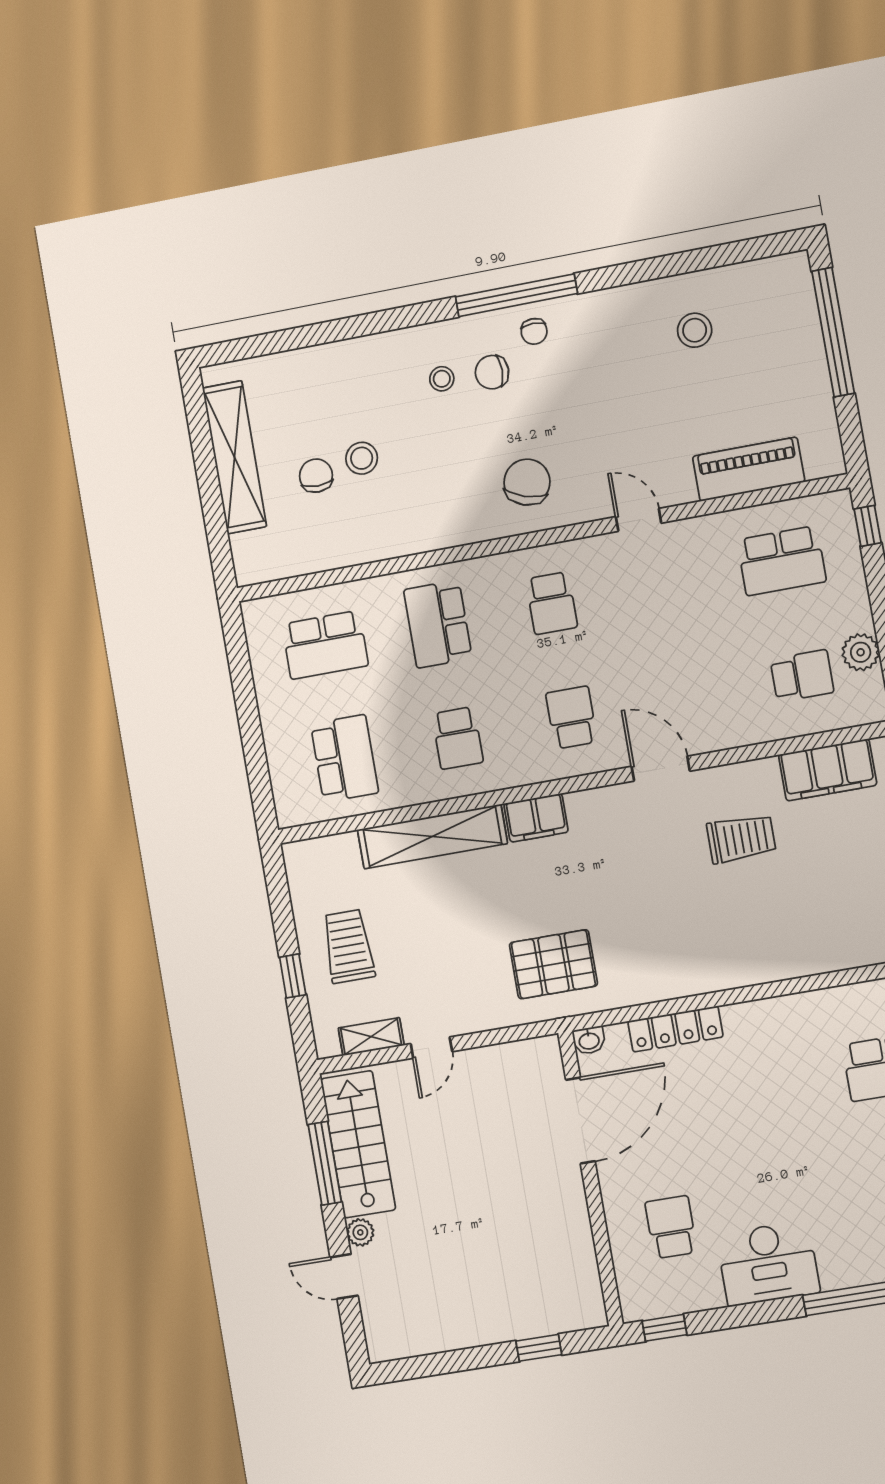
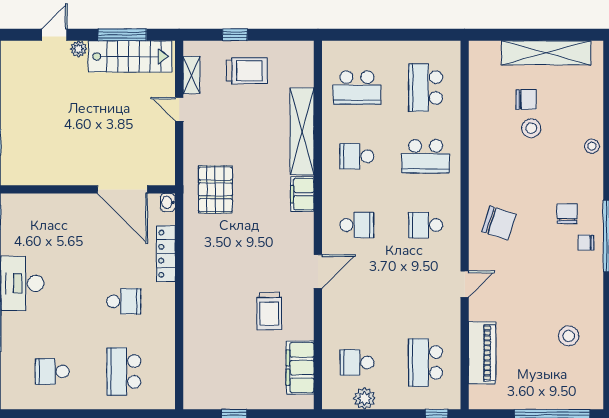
stool: (442, 379) -> (592, 146), moved
school desk: (438, 624) -> (426, 156), turned 180
school desk: (802, 676) -> (357, 362), turned 90
school desk: (671, 1227) -> (124, 301), moved

